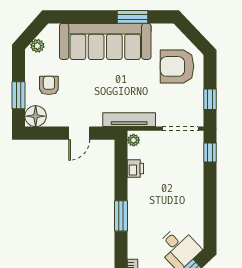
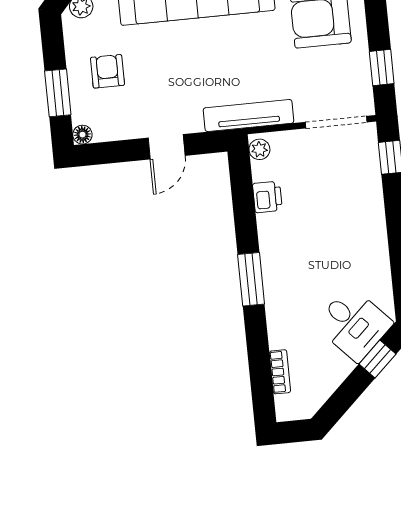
floor lamp: (36, 116) -> (82, 135), width x0.53, depth x0.53

